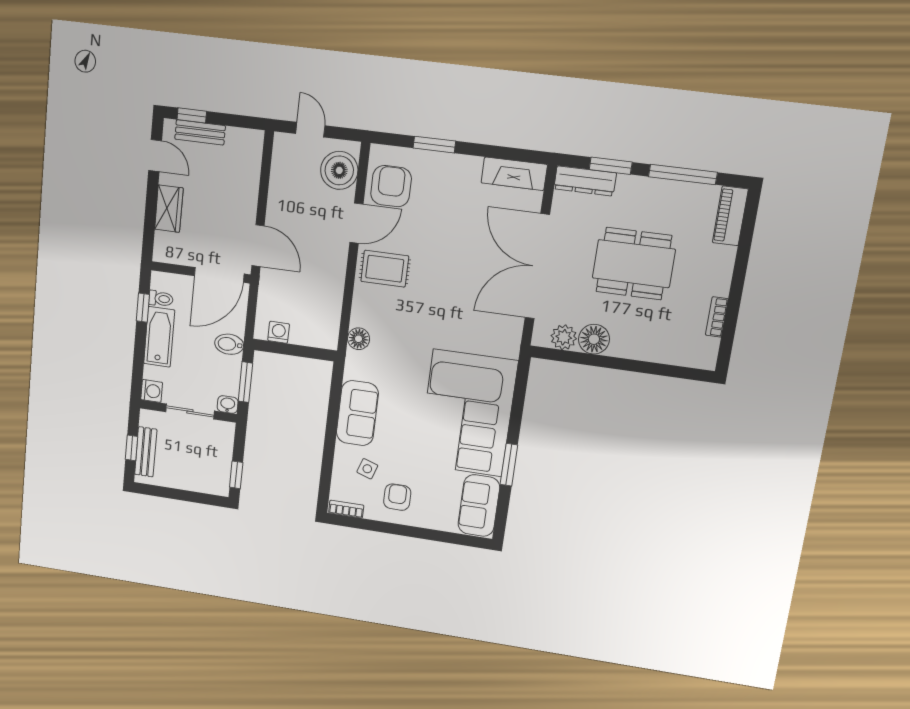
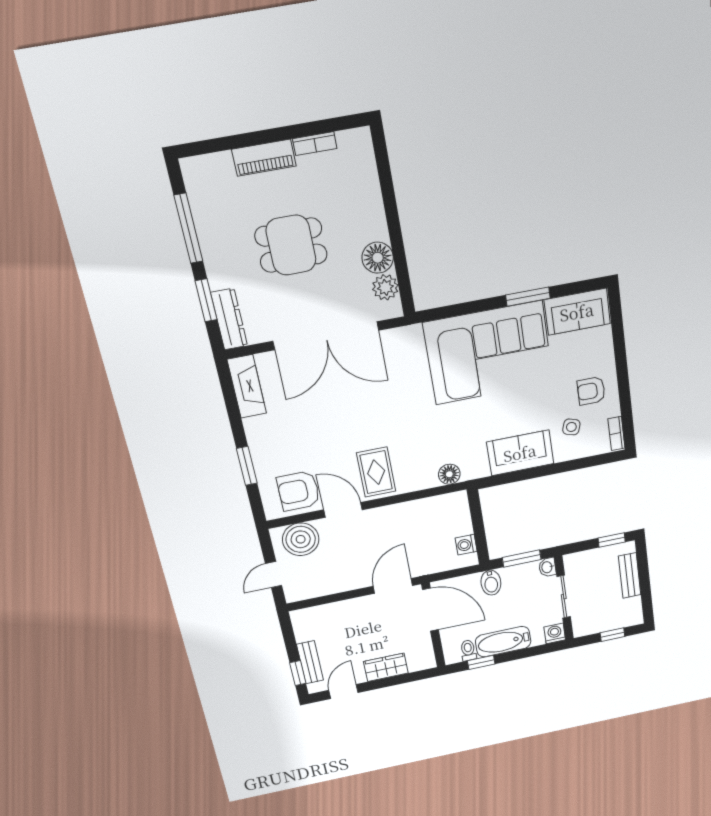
piano: (730, 216) -> (264, 158), moved
dining table: (634, 264) -> (291, 245), width x0.73
bench: (146, 452) -> (630, 575), moved, turned 90

